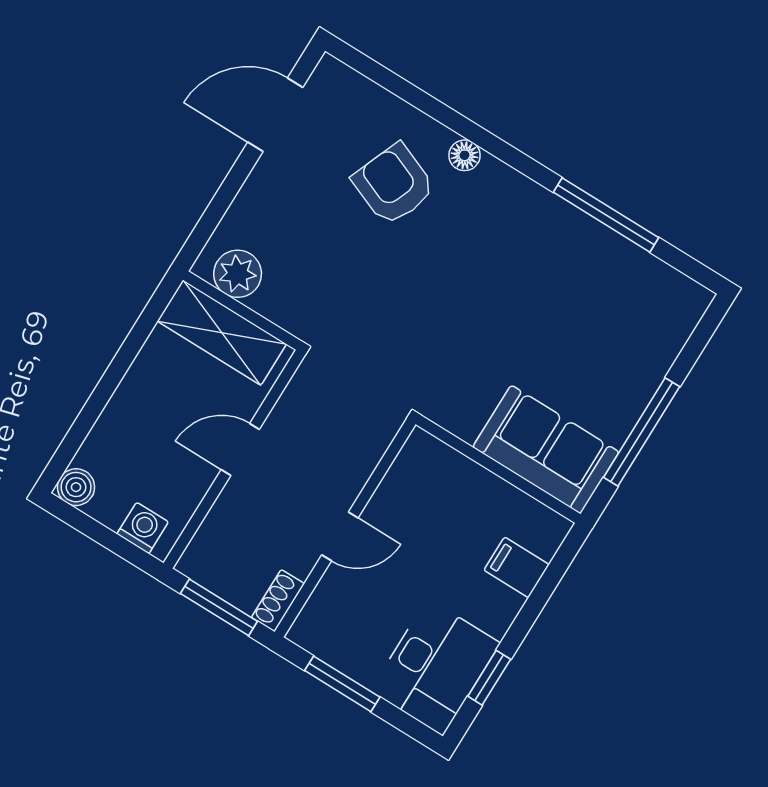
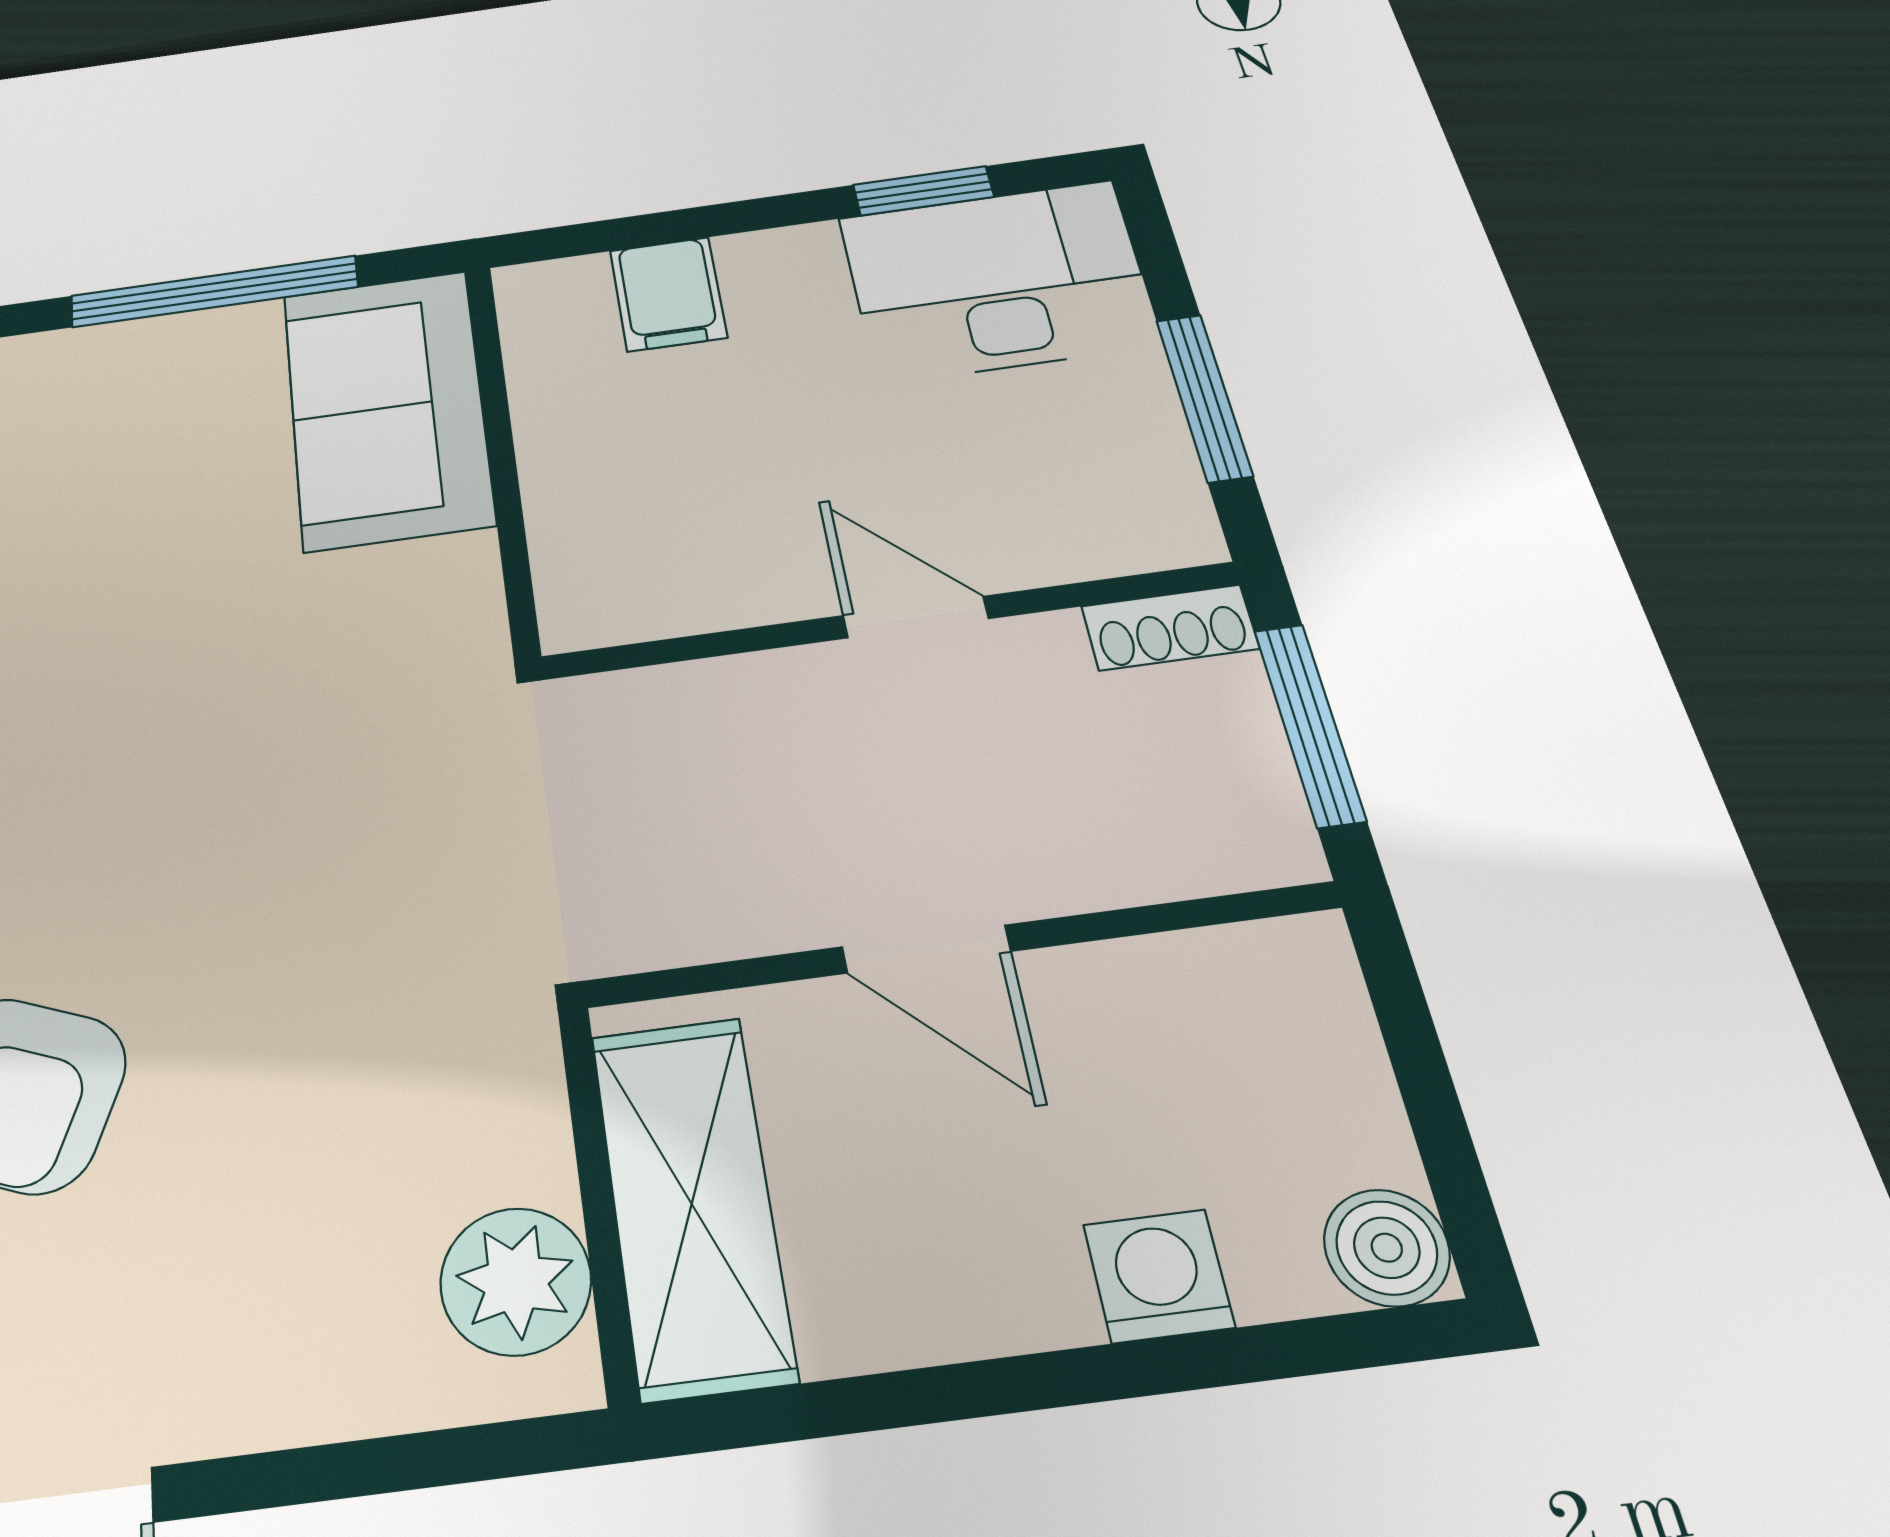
washing machine: (143, 528) -> (1159, 1276), moved, turned 90

